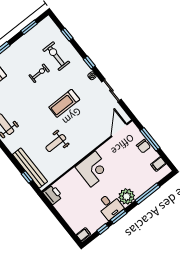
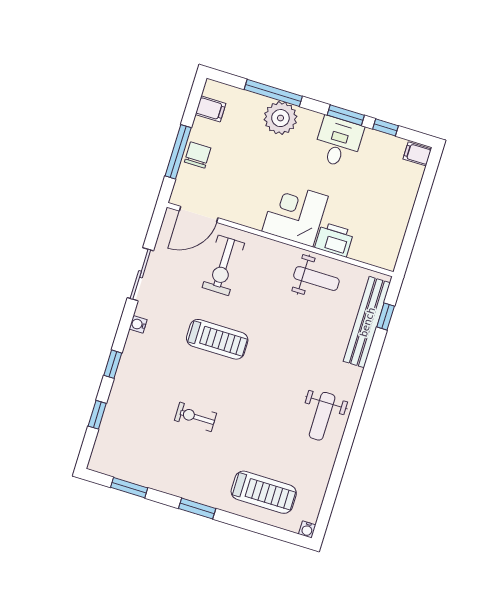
exercise bike: (56, 56) -> (223, 265), moved
window: (89, 63) -> (113, 364), moved
weight bench: (56, 143) -> (316, 279), moved
printer: (53, 195) -> (334, 240), moved, turned 90
plant: (127, 196) -> (280, 118), moved

